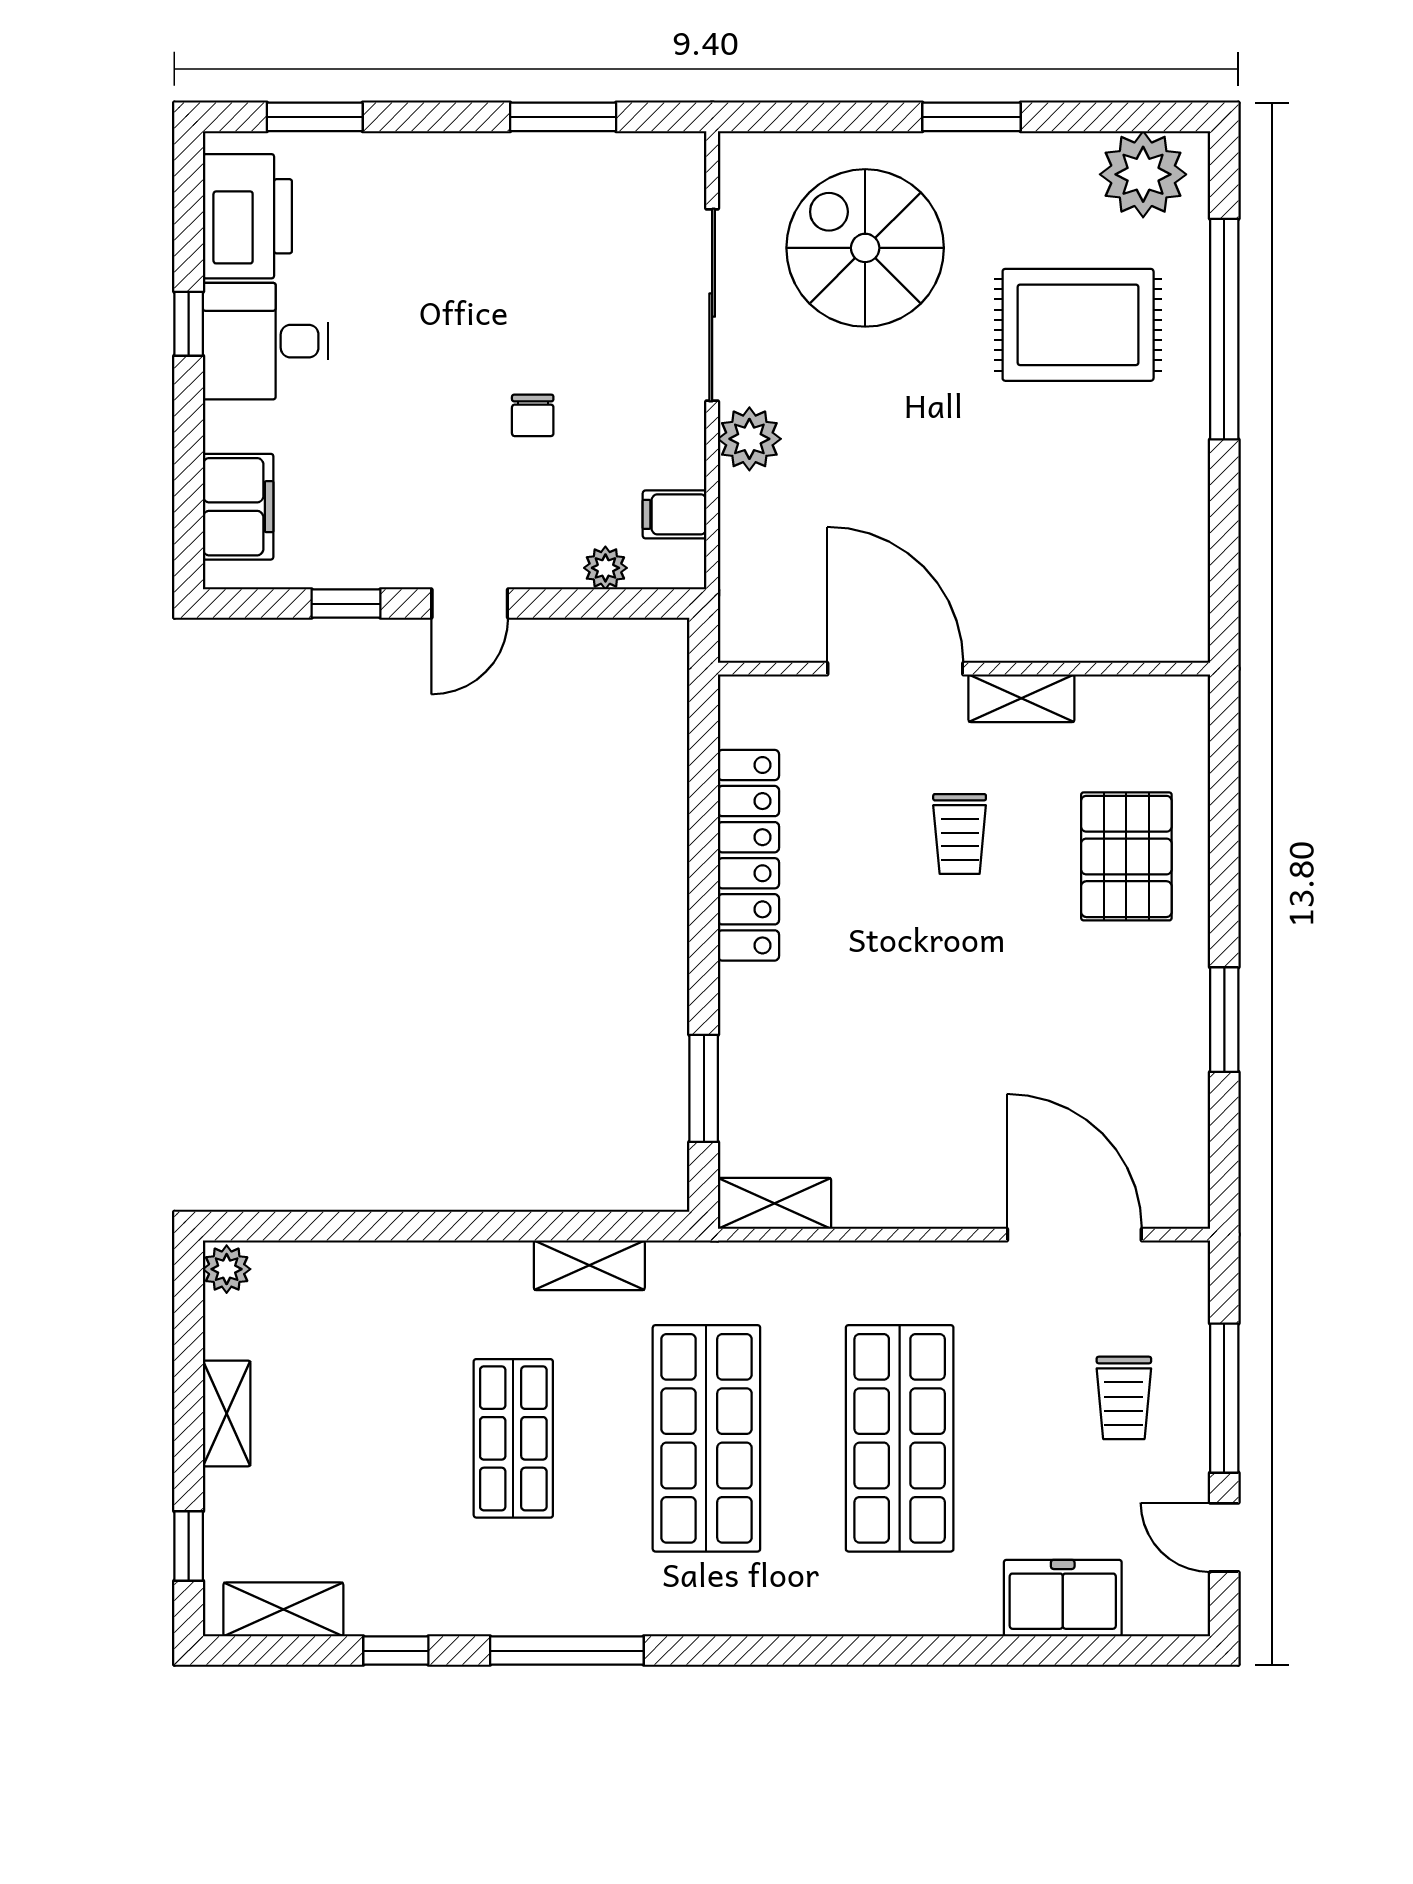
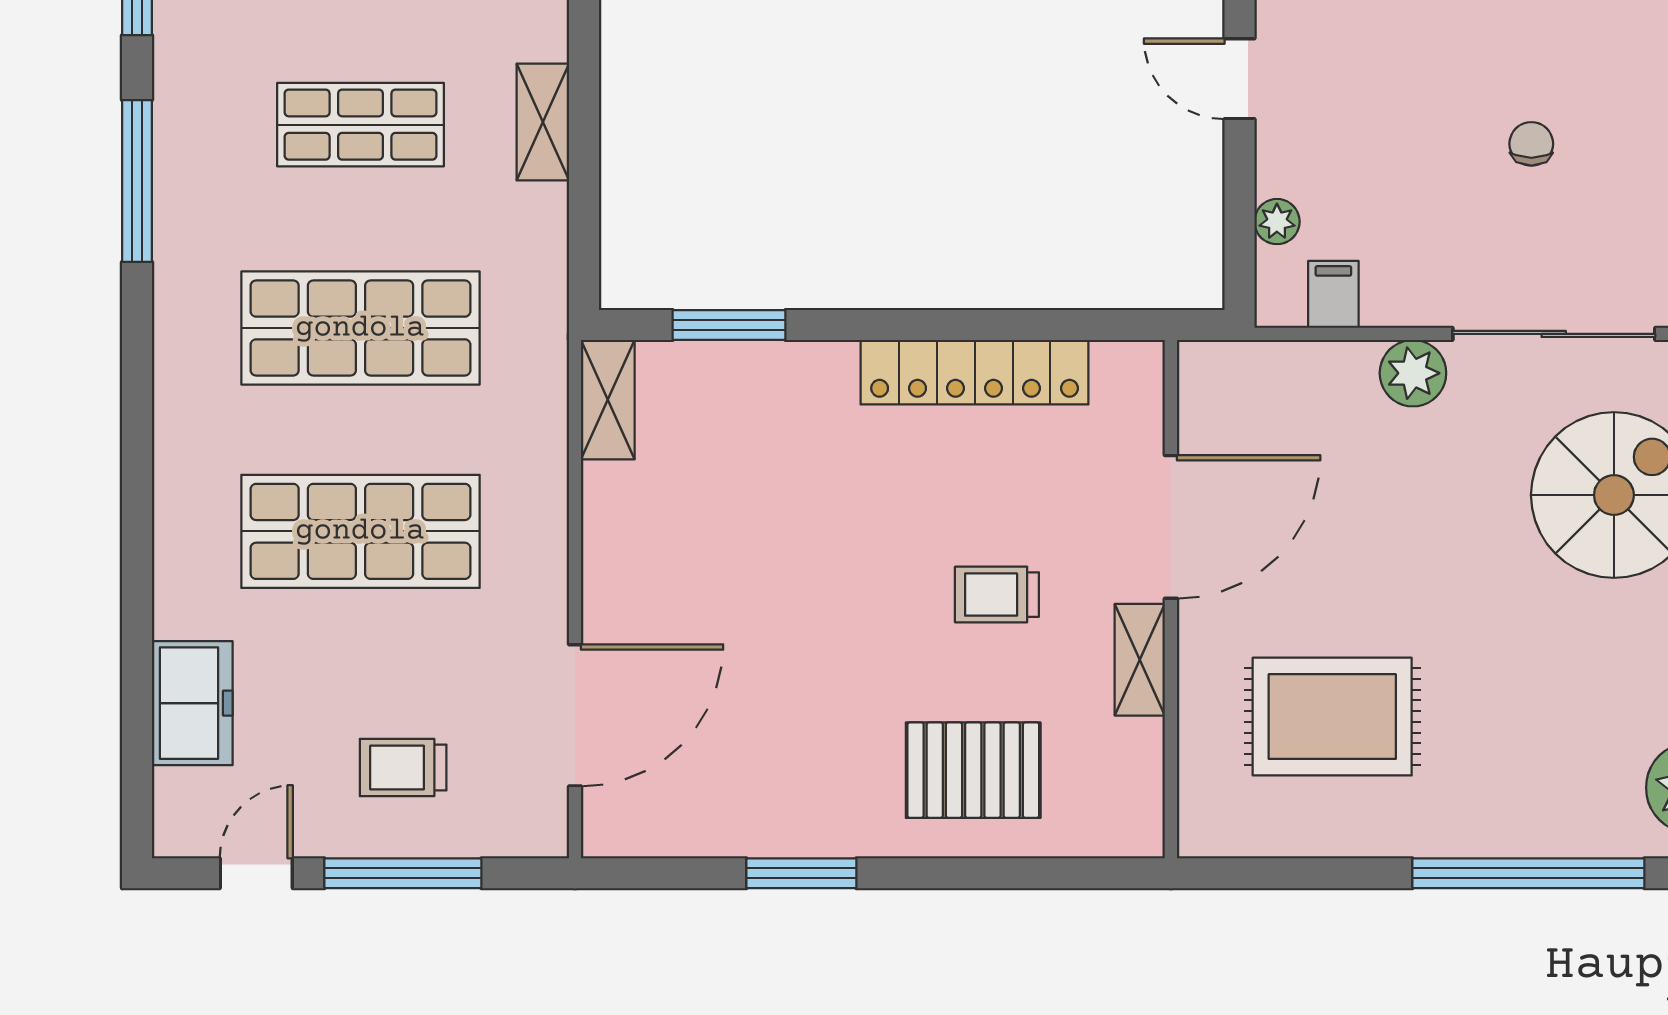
rug: (1078, 325) -> (1332, 717), moved, turned 90
chair: (533, 415) -> (1531, 144), moved, turned 90
shelving: (589, 1265) -> (543, 122), moved

